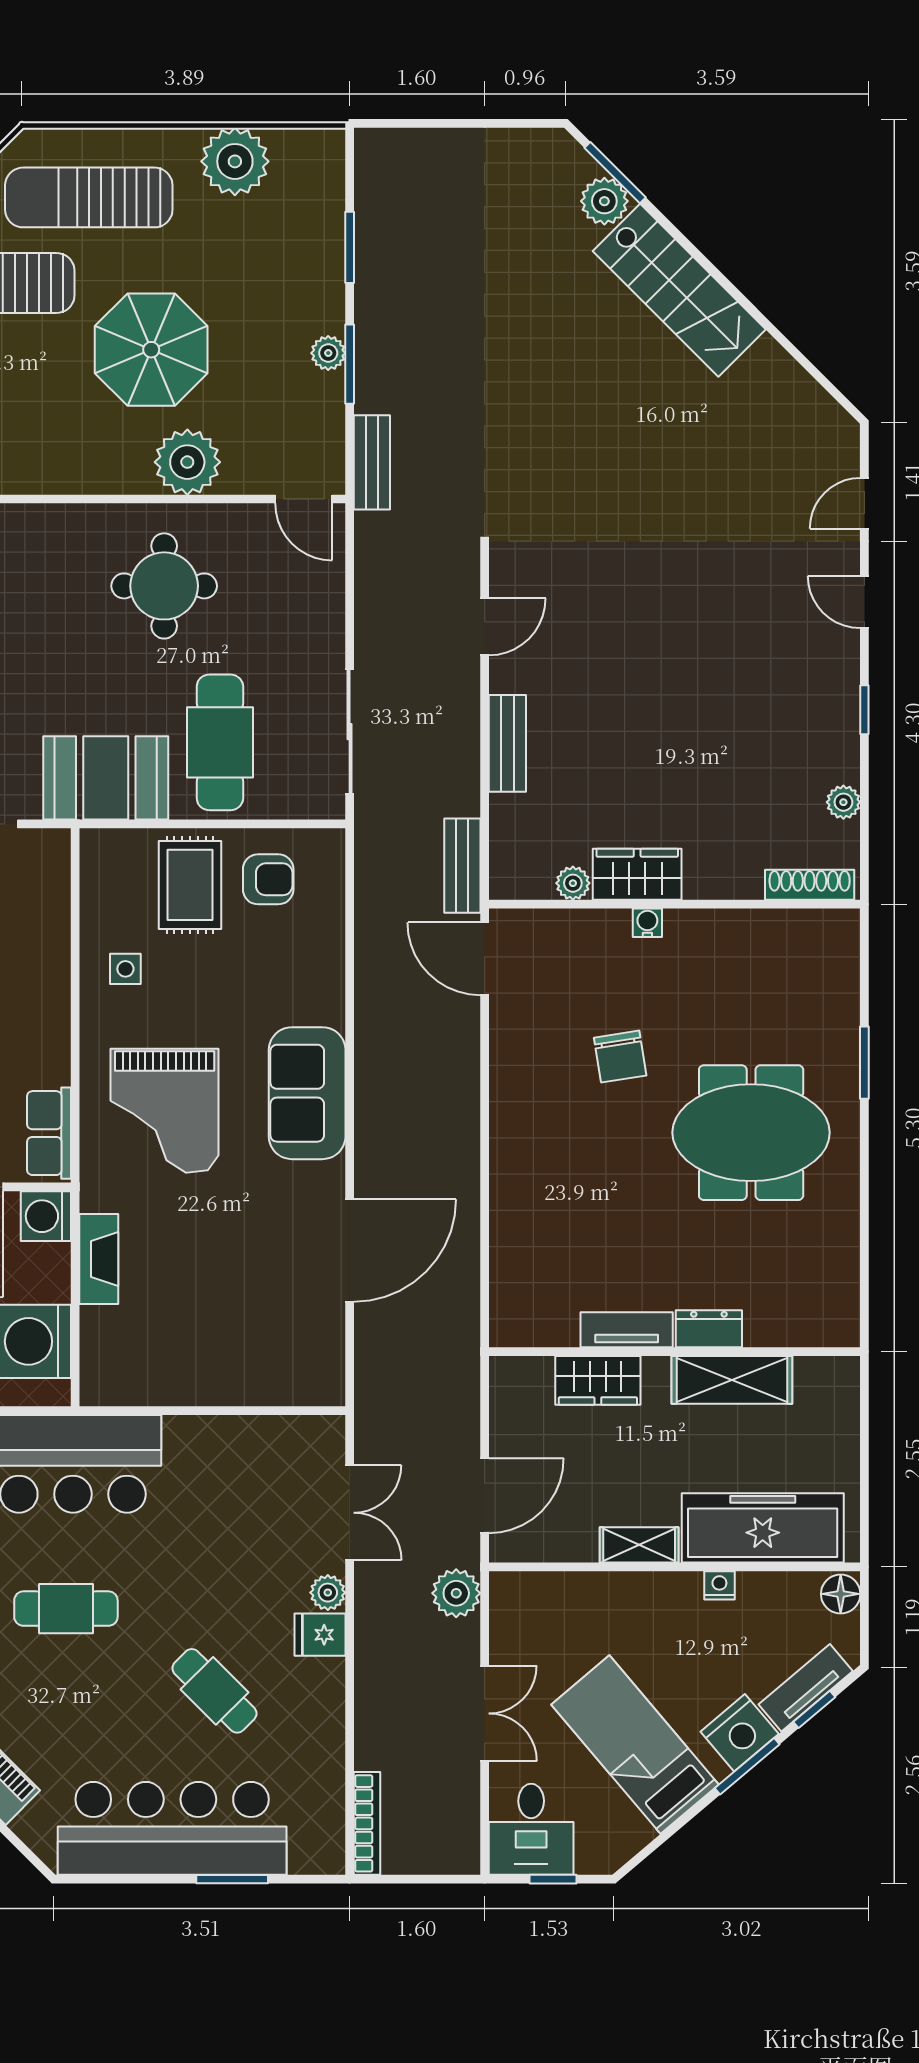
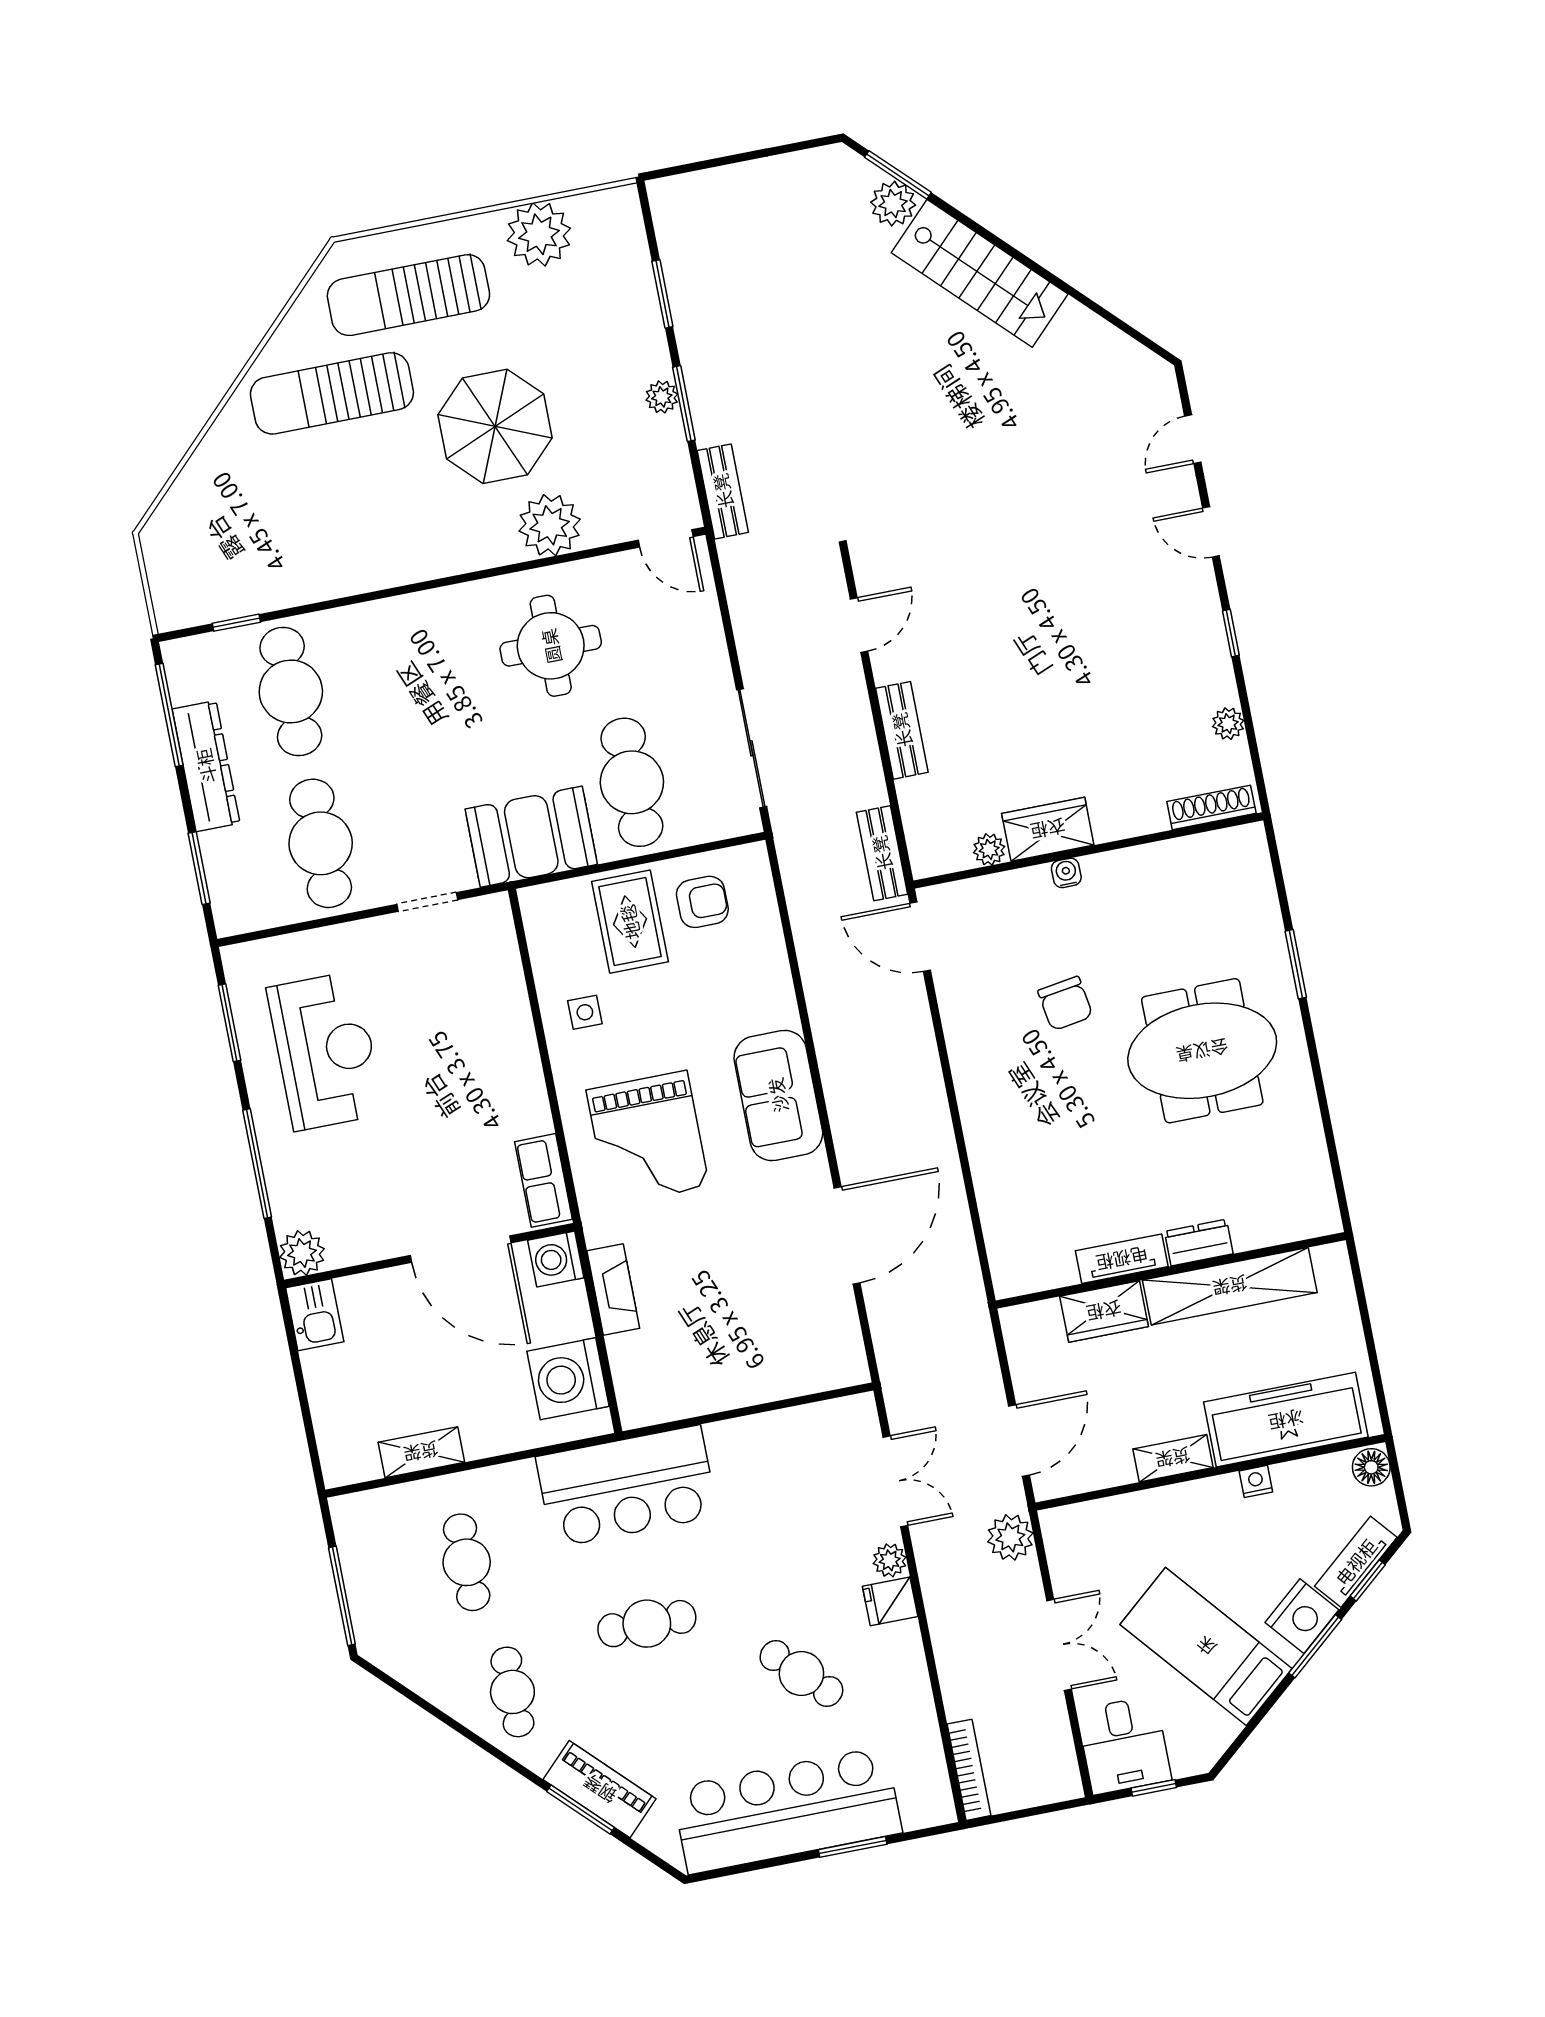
shelving: (732, 1380) -> (1230, 1286), width x1.47

